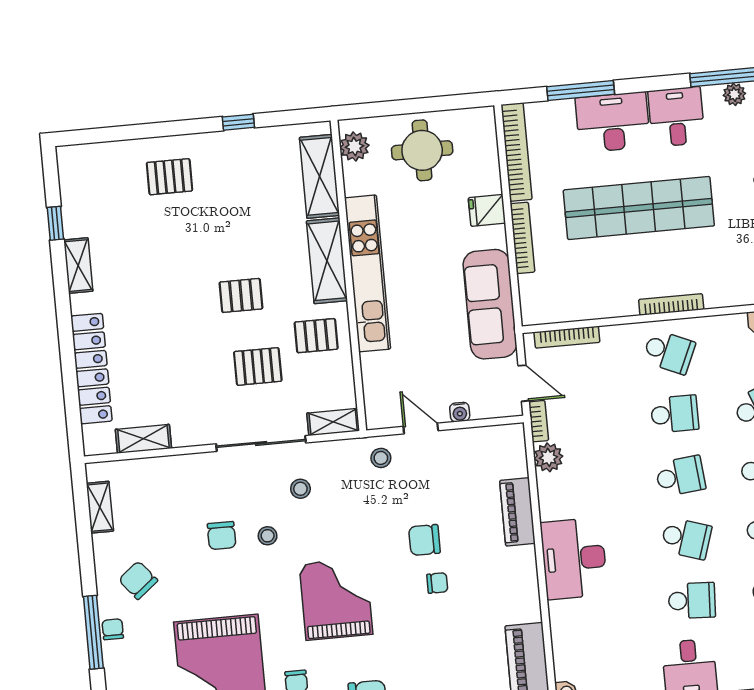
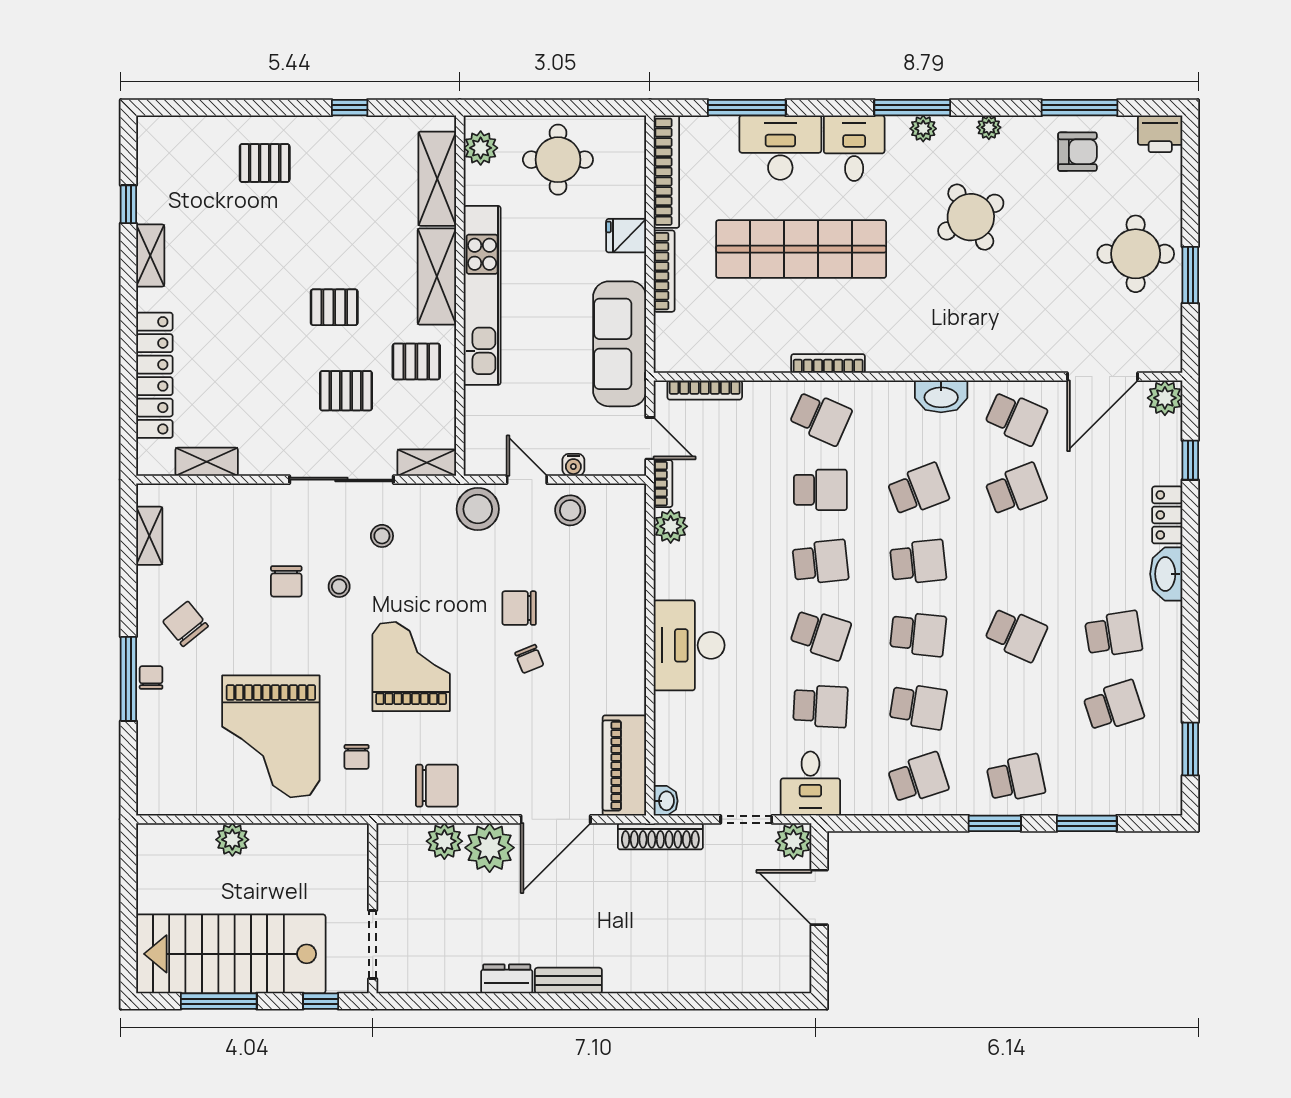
stool: (461, 452) -> (570, 510), added
stool: (381, 458) -> (478, 509), width x1.89, depth x1.89
piano: (517, 512) -> (629, 586), removed
chair: (437, 583) -> (529, 659), turned 68

